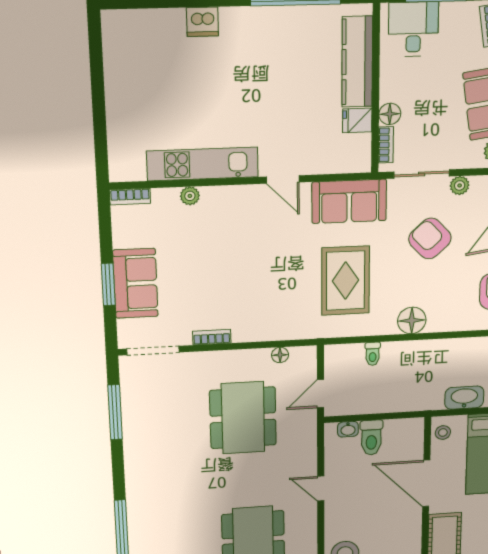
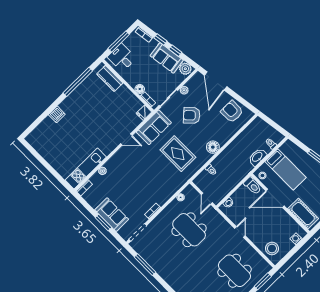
kitchen counter: (357, 62) -> (110, 78), width x0.67
fridge: (357, 120) -> (144, 113), moved
kitchen unit: (203, 164) -> (86, 168), moved
toilet: (371, 438) -> (253, 186), moved
door: (321, 489) -> (240, 232), swing flipped

